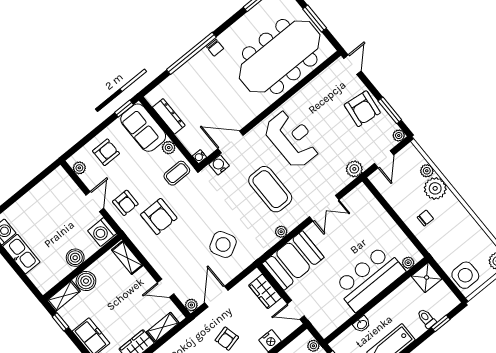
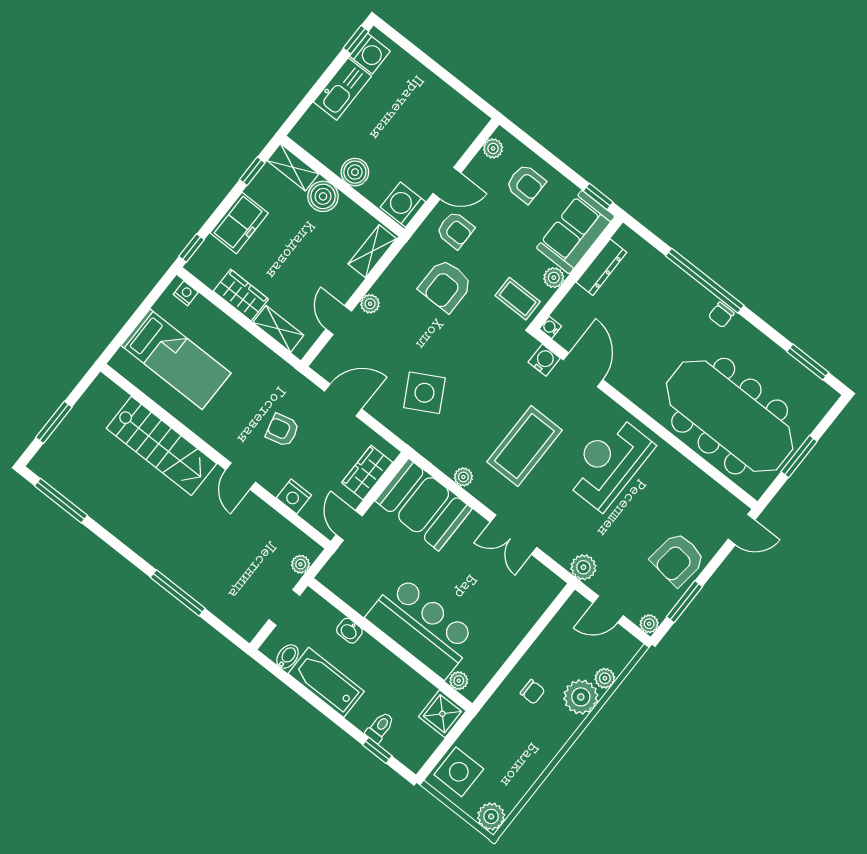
reception desk: (292, 139) -> (608, 463), turned 180
armchair: (125, 203) -> (455, 230), turned -90
plant: (191, 305) -> (370, 304), moved

